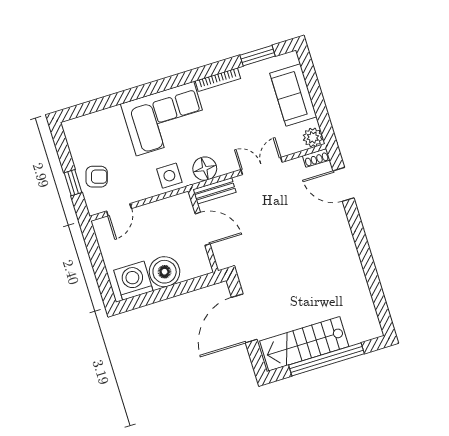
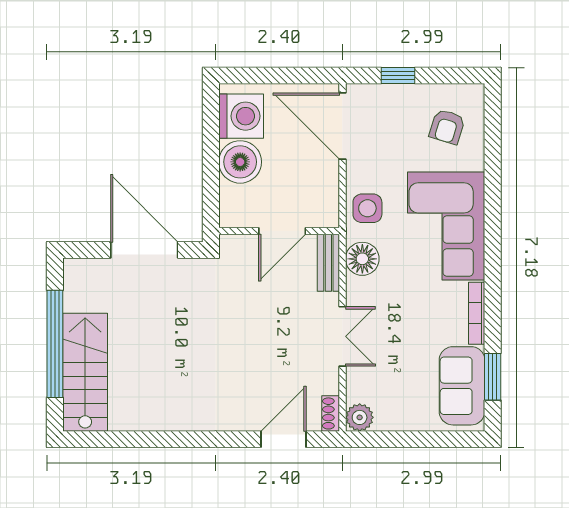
sofa: (293, 95) -> (462, 386), moved, turned -90
armchair: (97, 177) -> (447, 127), moved
door: (119, 210) -> (342, 126), width x1.87
stairs: (304, 344) -> (85, 372), moved

